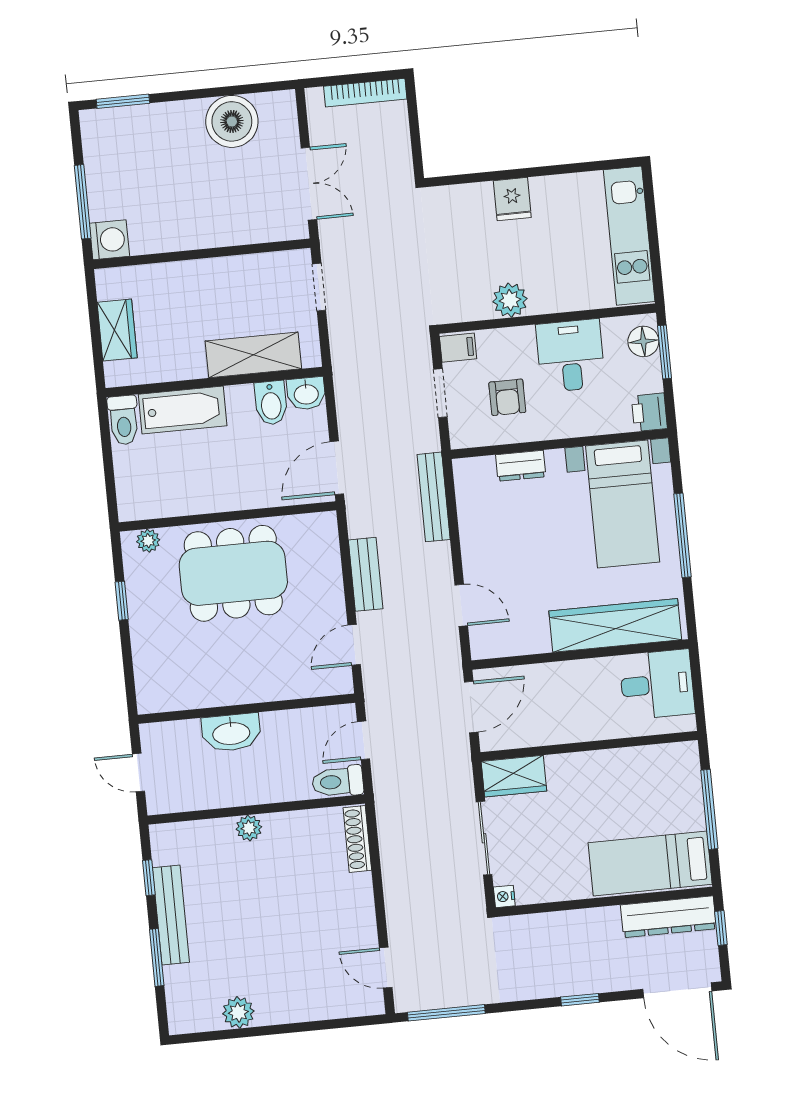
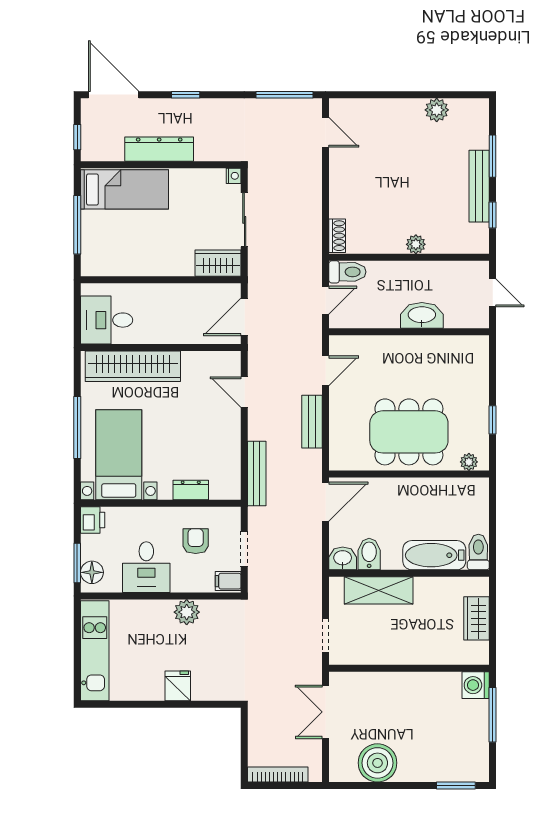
shoe rack: (357, 839) -> (337, 236), width x0.70
dresser: (668, 917) -> (159, 149), moved

